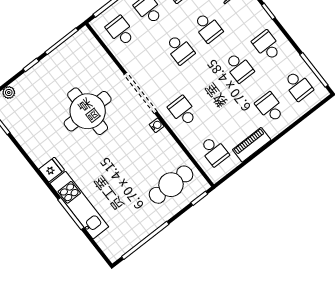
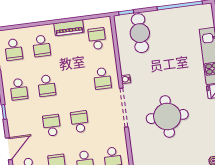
school desk: (239, 67) -> (47, 86), turned 180
school desk: (298, 86) -> (14, 49), turned 180
cafe table: (171, 185) -> (140, 33), turned 90

